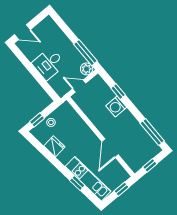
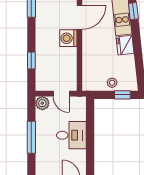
window: (85, 53) -> (31, 137), moved
washing machine: (116, 107) -> (68, 38), moved, turned 180
fridge: (54, 146) -> (125, 45), moved

